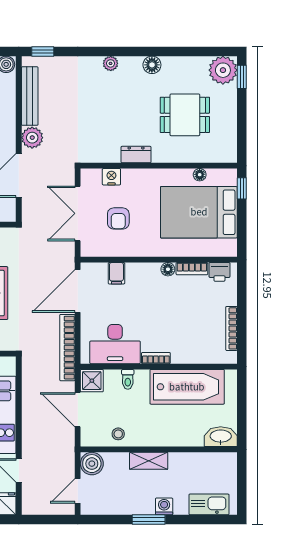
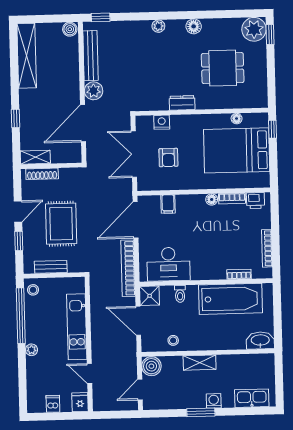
bookcase: (156, 358) -> (239, 274), moved

